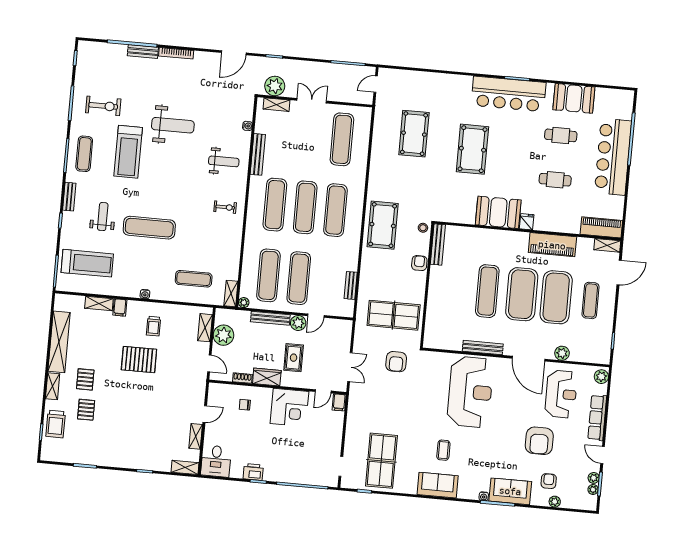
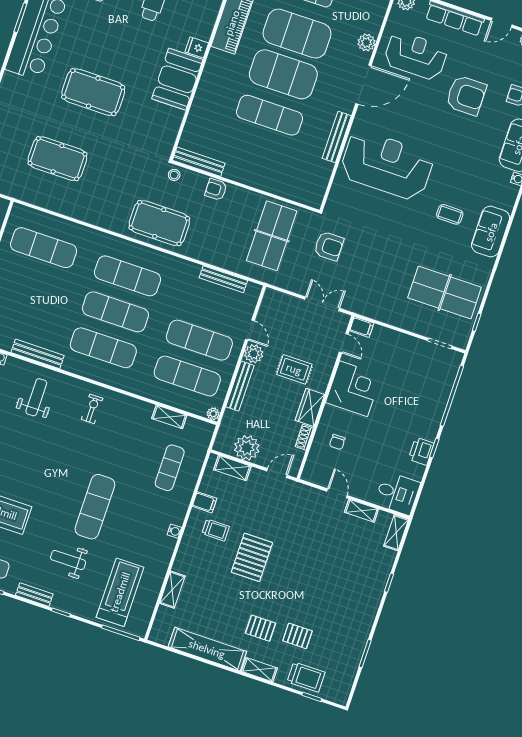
bench: (351, 285) -> (223, 279), width x1.36
shelving: (231, 294) -> (169, 417), moved
filing cabinet: (120, 307) -> (205, 502), moved

